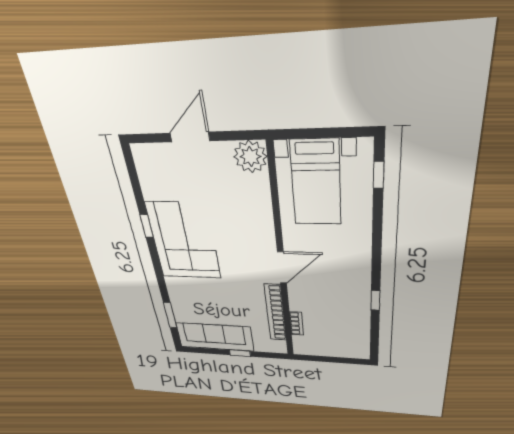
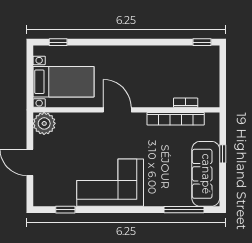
window: (147, 226) -> (65, 210), moved
door: (282, 268) -> (117, 110), moved
window: (375, 300) -> (202, 42), moved
window: (170, 315) -> (184, 210), width x1.44

